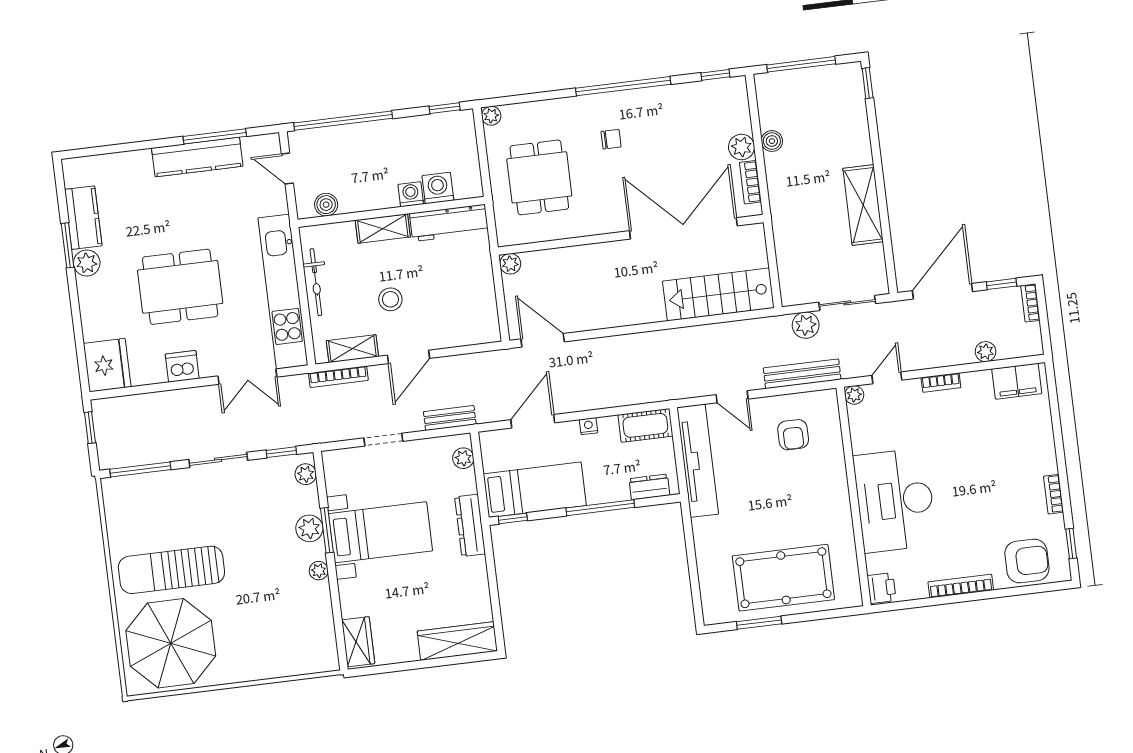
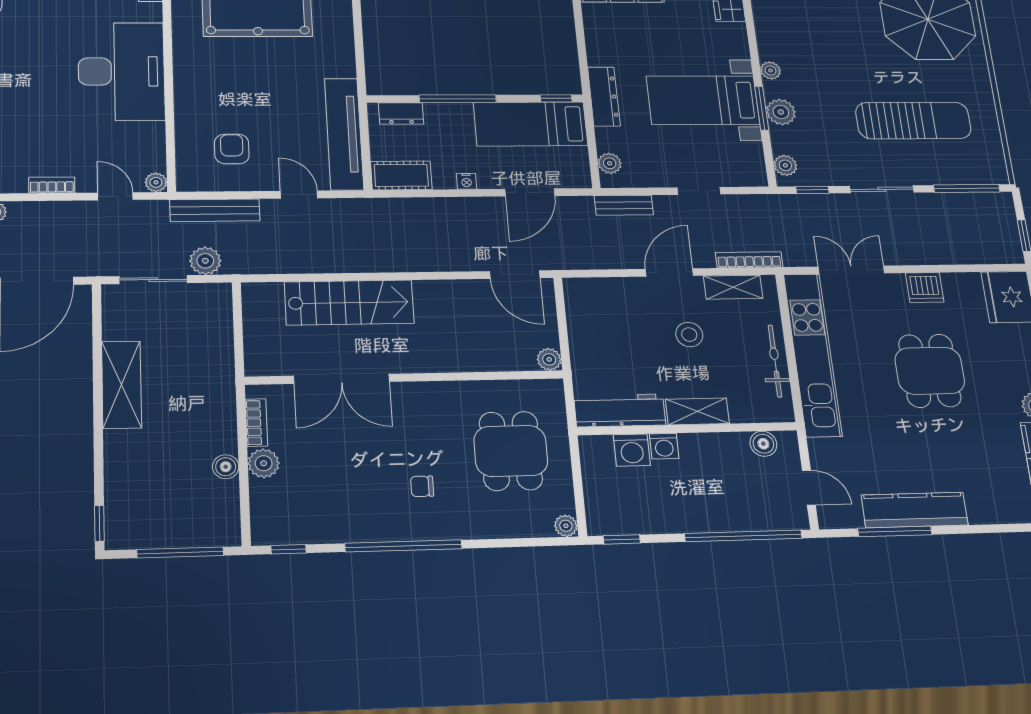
double door: (683, 228) -> (342, 379), width x0.73
dining table: (180, 287) -> (930, 371), width x0.73
stairs: (718, 295) -> (349, 303), moved
door: (887, 378) -> (115, 196), swing flipped
sun lounger: (171, 570) -> (913, 121), moved

